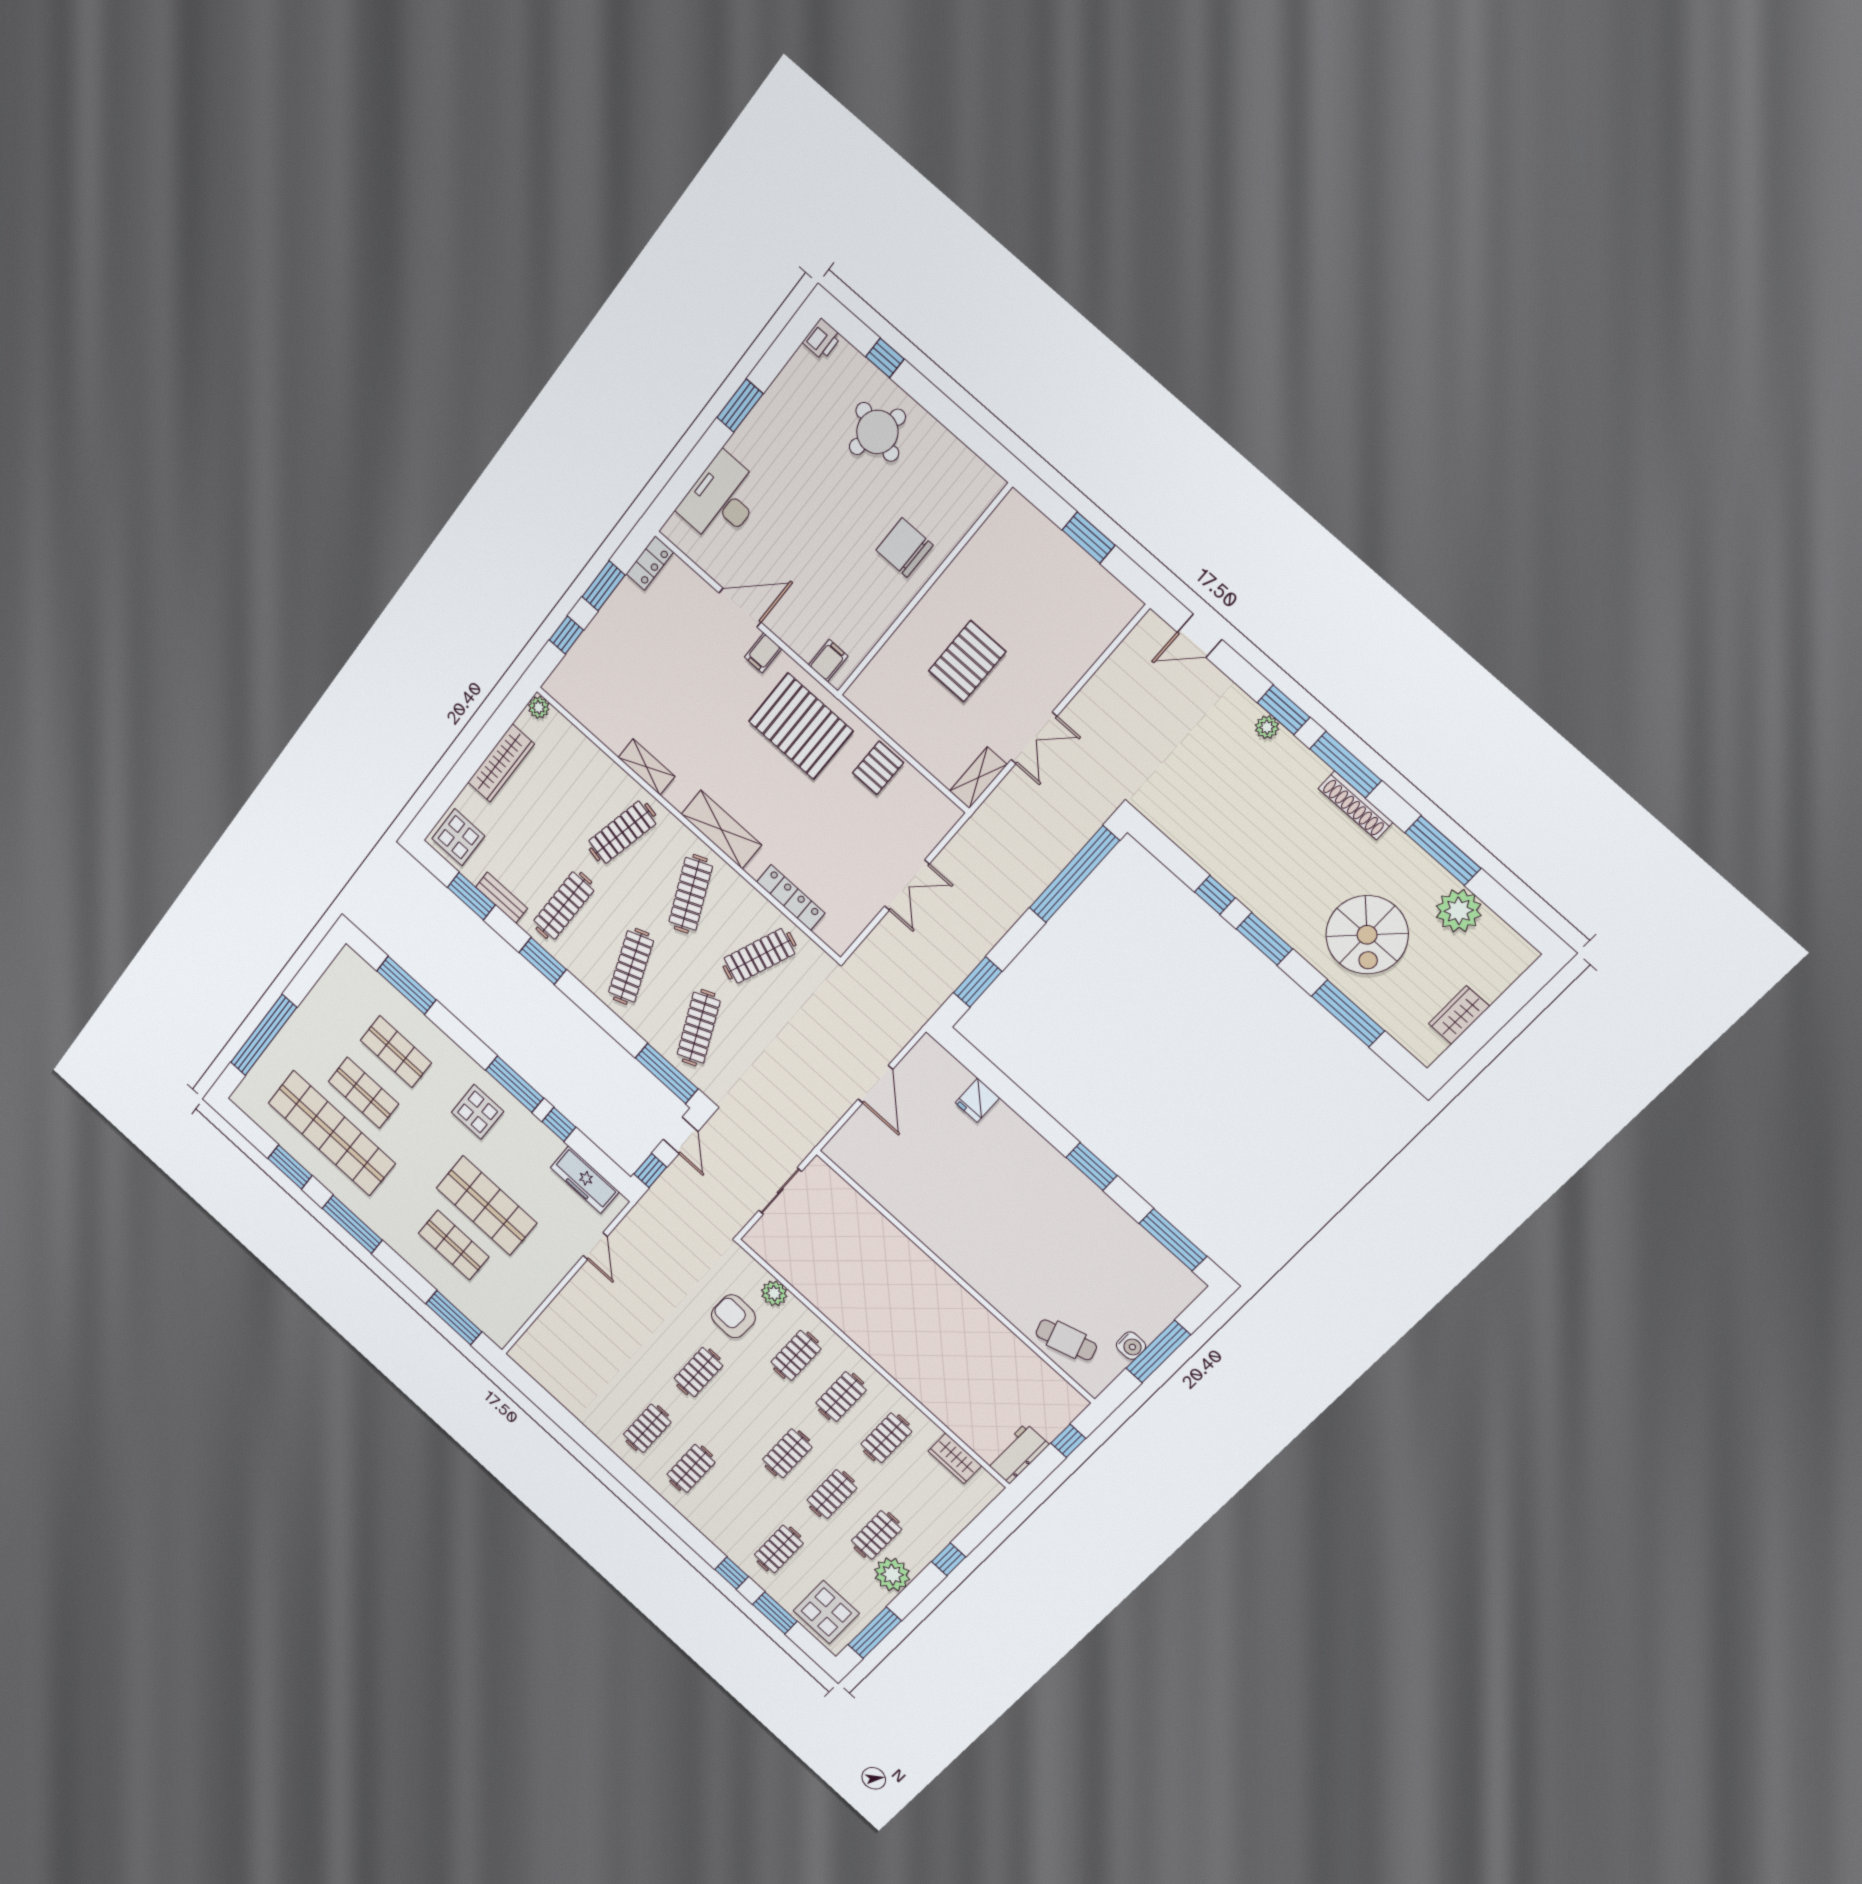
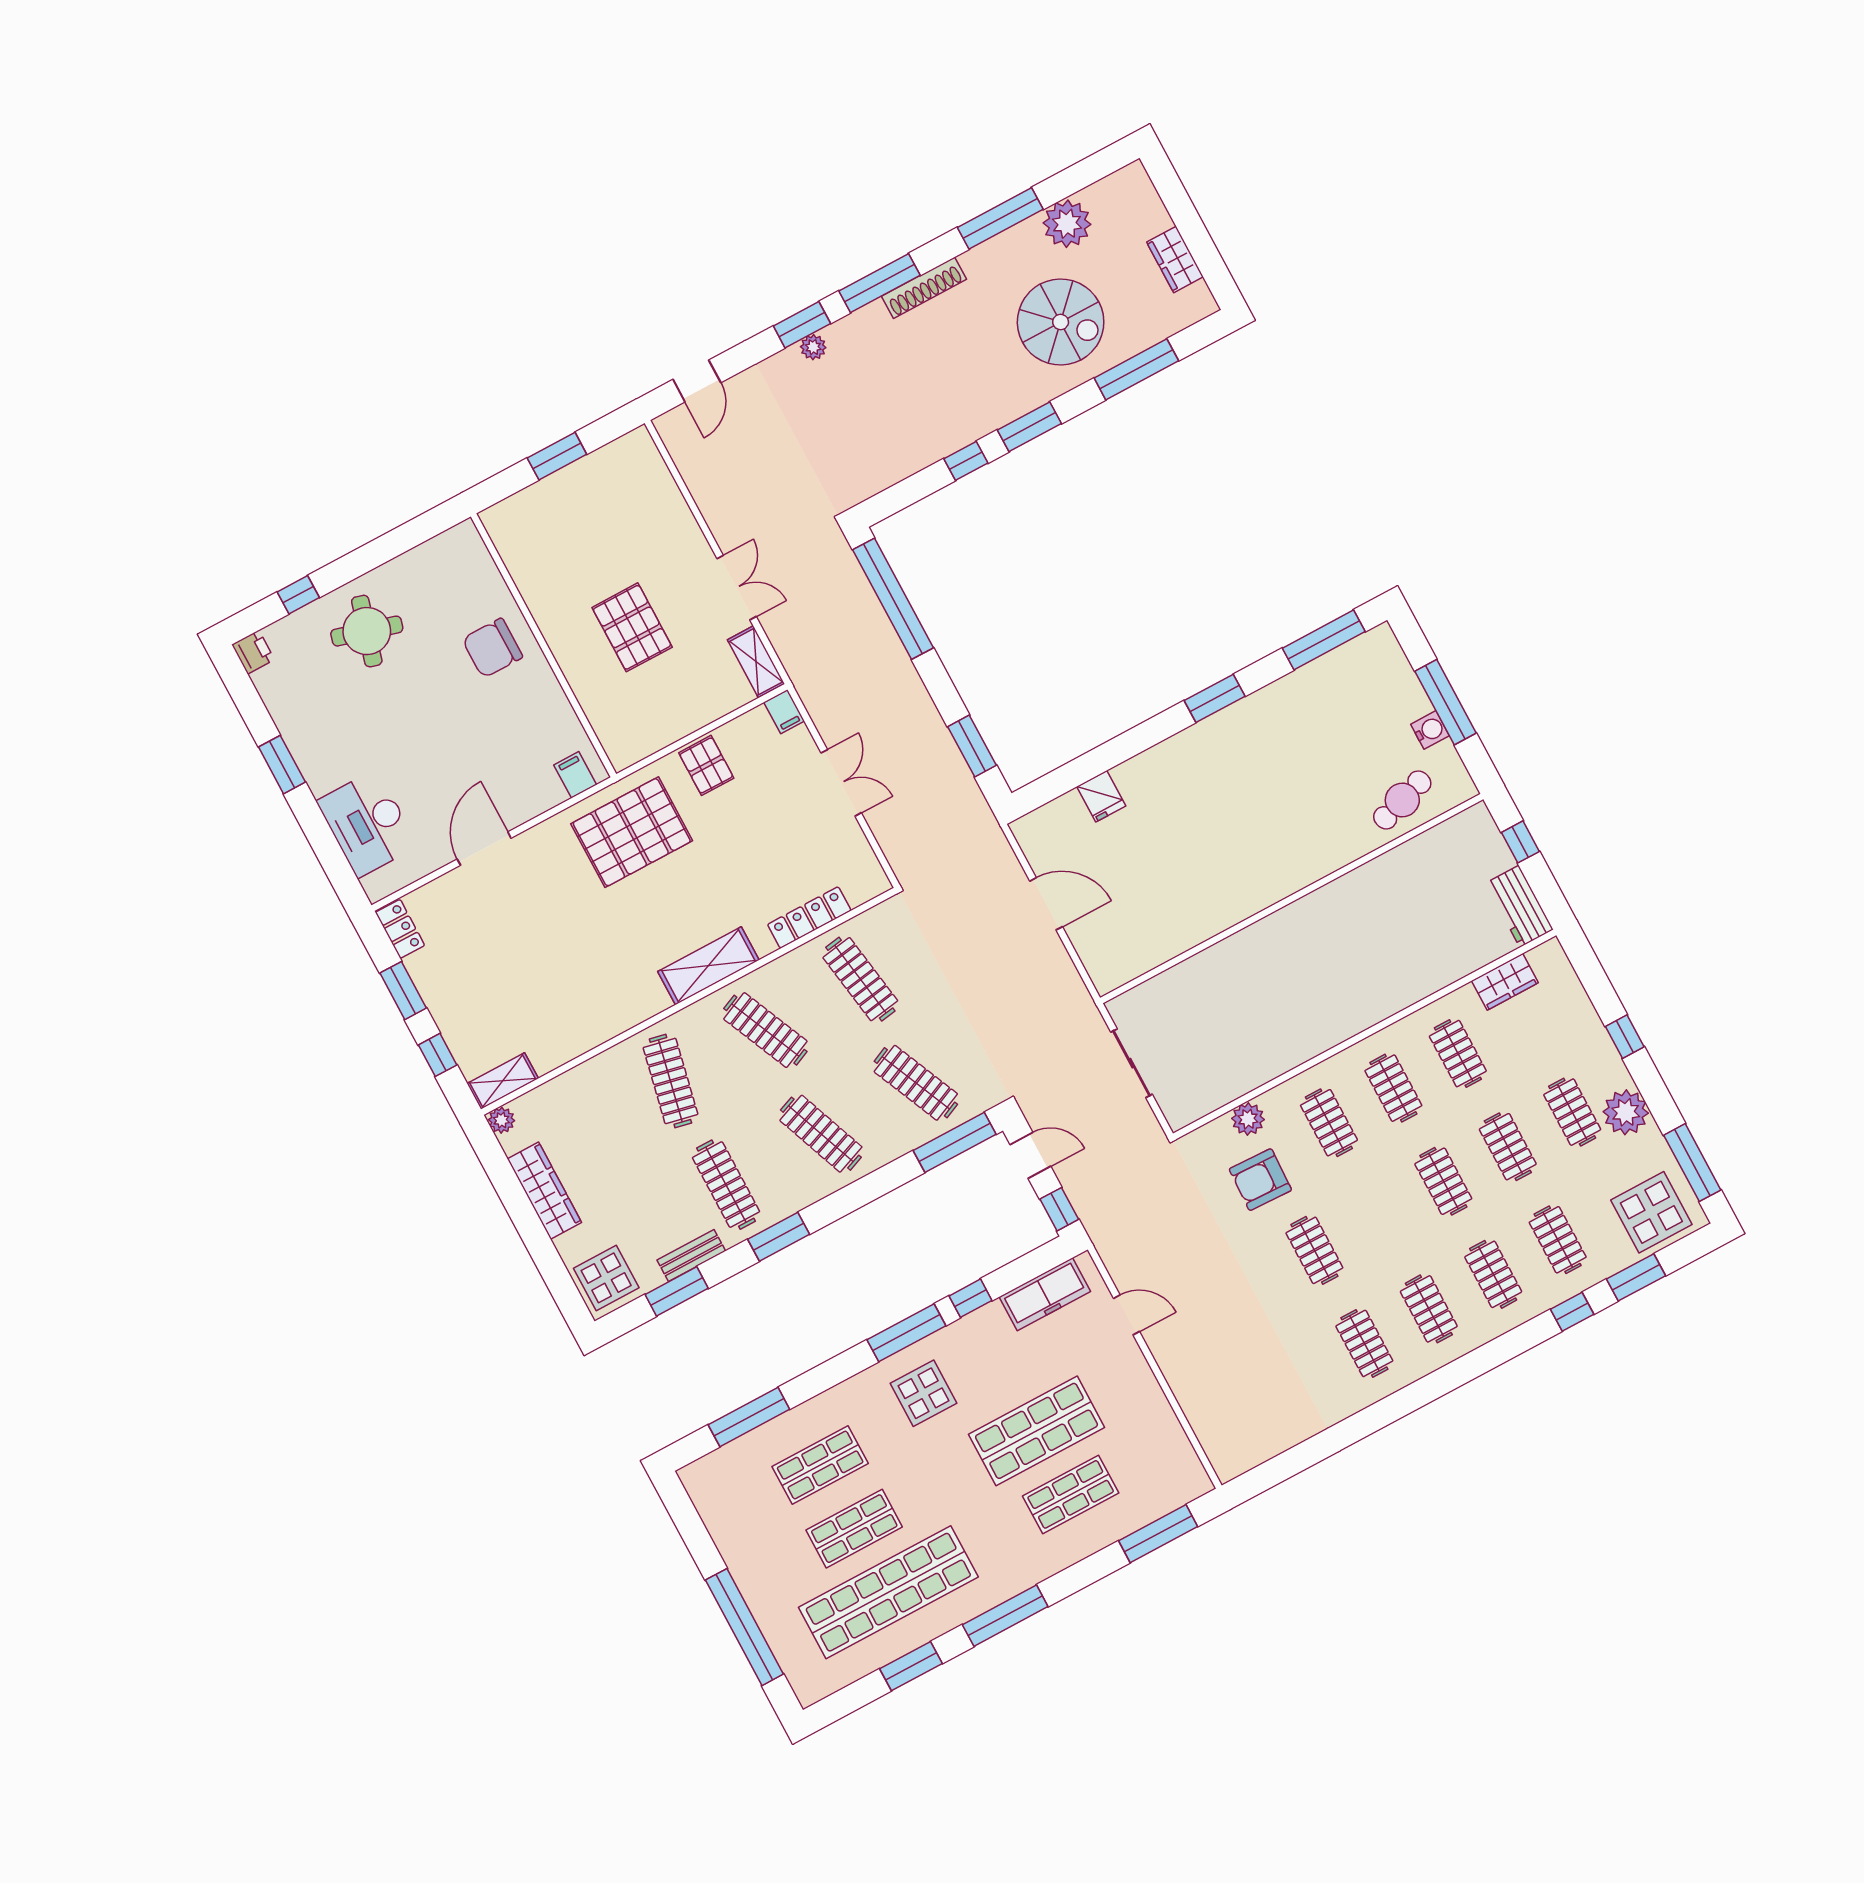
filing cabinet: (763, 653) -> (784, 712), moved
shelving: (646, 767) -> (503, 1081), moved
clothes rail: (759, 956) -> (860, 979), turned -30
clothes rail: (735, 1509) -> (1493, 1274), added

